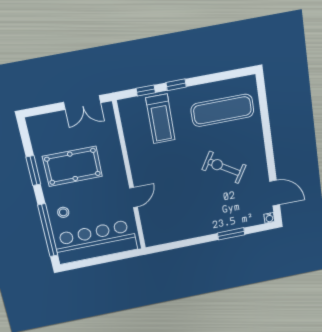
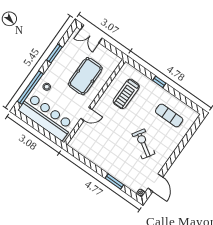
window: (146, 91) -> (143, 70), removed
double door: (82, 103) -> (91, 34), moved
exercise mat: (222, 110) -> (169, 115), width x0.73, depth x0.69
treadmill: (160, 119) -> (126, 94), moved
pool table: (73, 166) -> (85, 76), moved, turned 90

